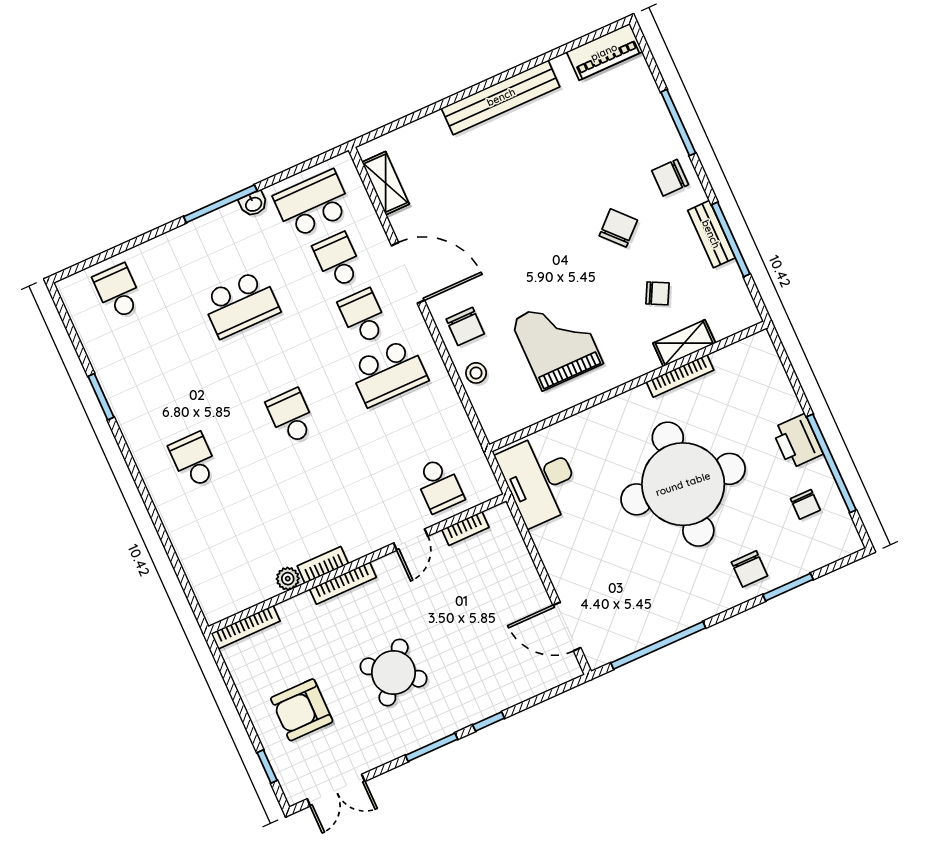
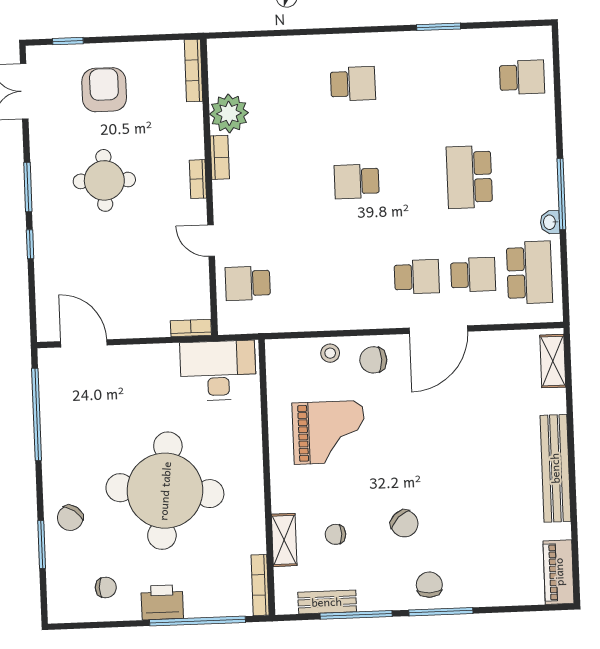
window: (678, 123) -> (441, 612), moved
shelving: (386, 183) -> (553, 361), moved, turned 90
bench: (711, 234) -> (327, 602), moved
chair: (658, 293) -> (335, 534), turned 63
school desk: (389, 373) -> (360, 279), removed
bookcase: (680, 376) -> (260, 585), moved
school desk: (291, 416) -> (357, 181), turned 180
window: (831, 463) -> (197, 621), moved
chair: (805, 504) -> (106, 587), turned 180
bookcase: (465, 528) -> (191, 328), moved, turned 90
chair: (749, 569) -> (70, 518), turned -54
plant: (288, 579) -> (229, 113), width x1.87, depth x1.87
bookcase: (343, 583) -> (198, 179), width x0.64
door: (567, 627) -> (84, 343), hinge flipped
round table: (394, 673) -> (104, 180), turned -38

